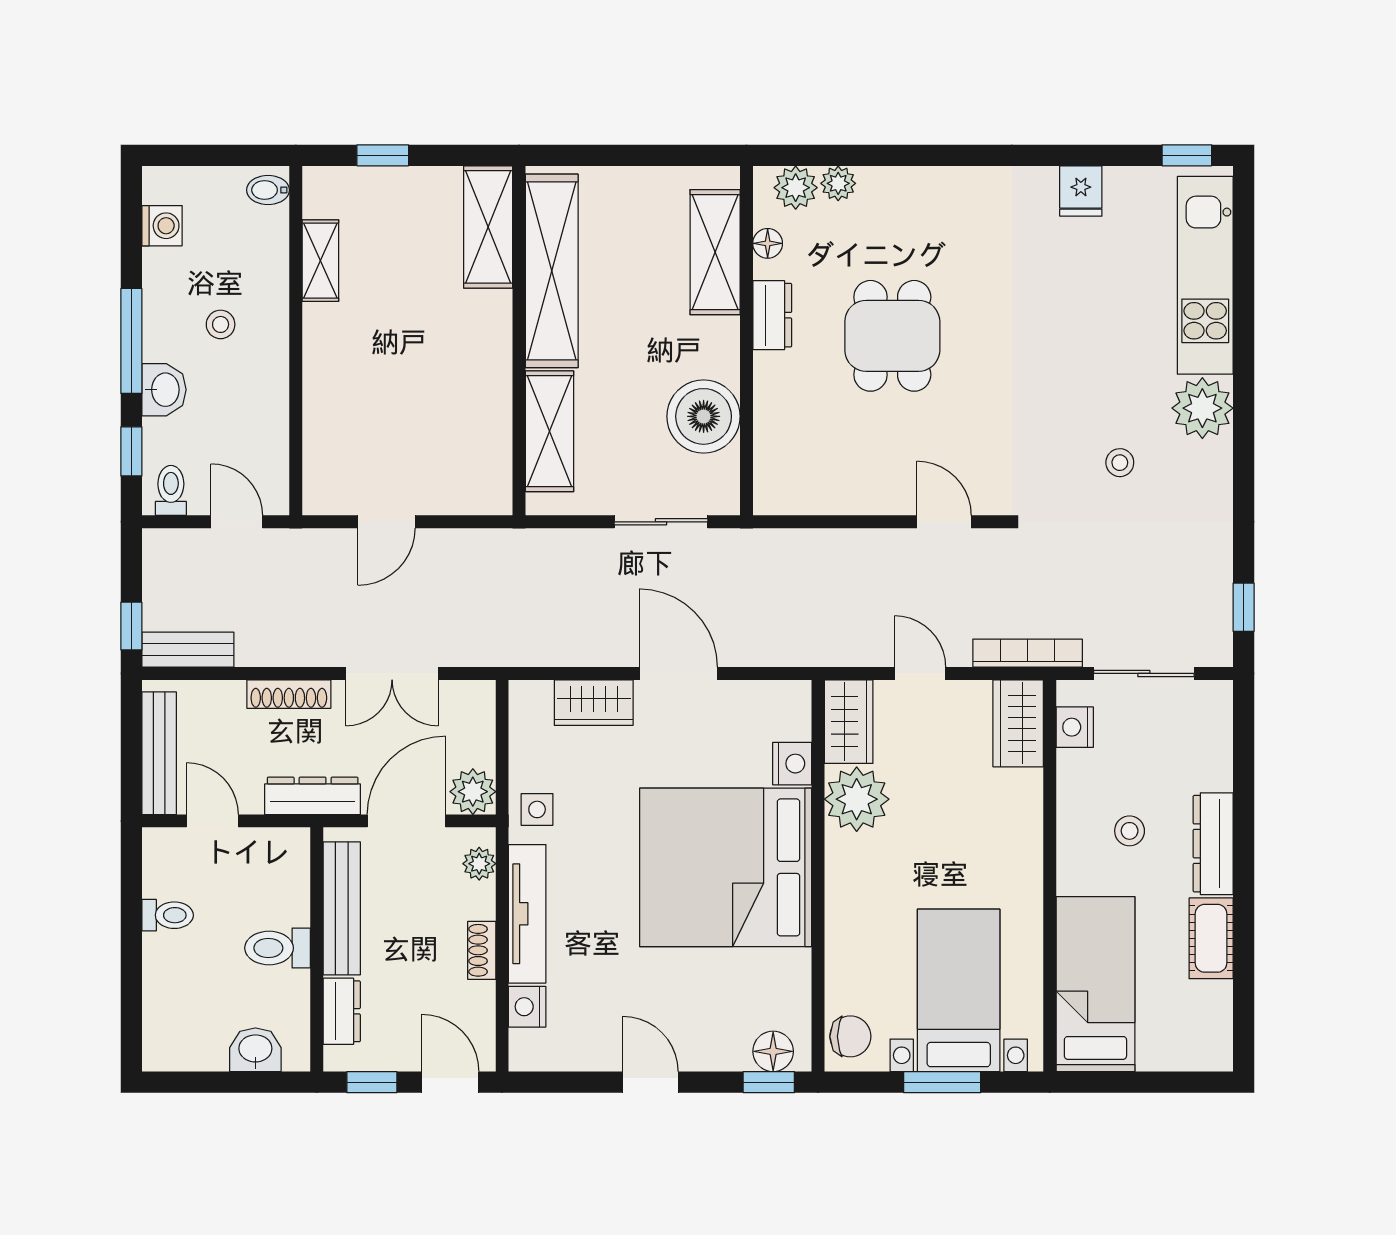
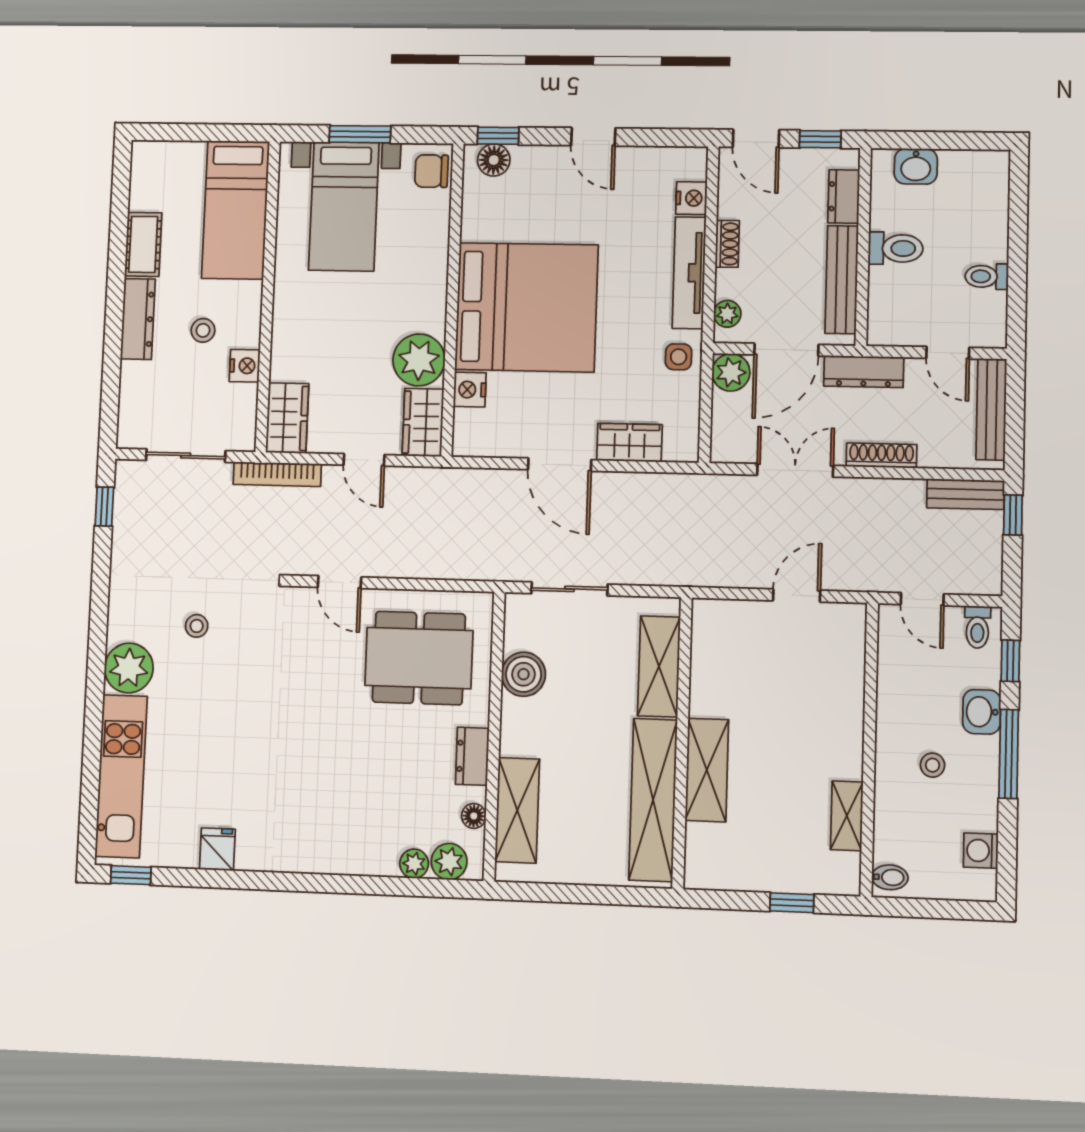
shelving: (488, 227) -> (707, 770), moved
dining table: (892, 336) -> (419, 658), moved, width x1.37
boiler: (704, 416) -> (524, 674), width x0.73, depth x0.73
nightstand: (1075, 727) -> (245, 366), moved

